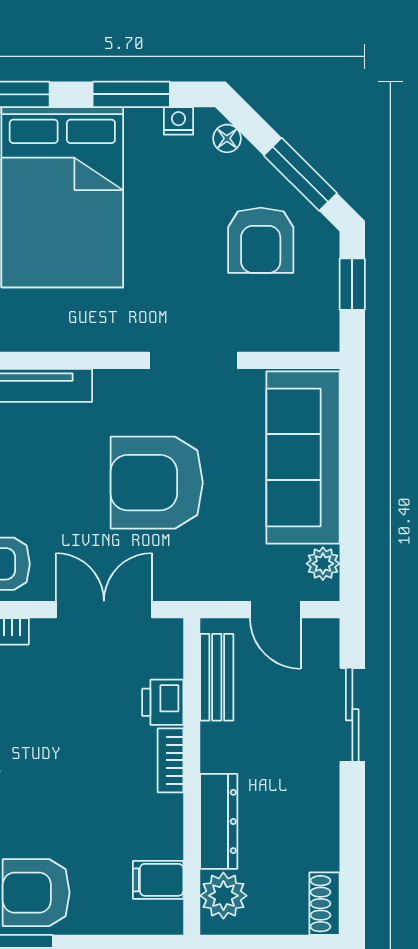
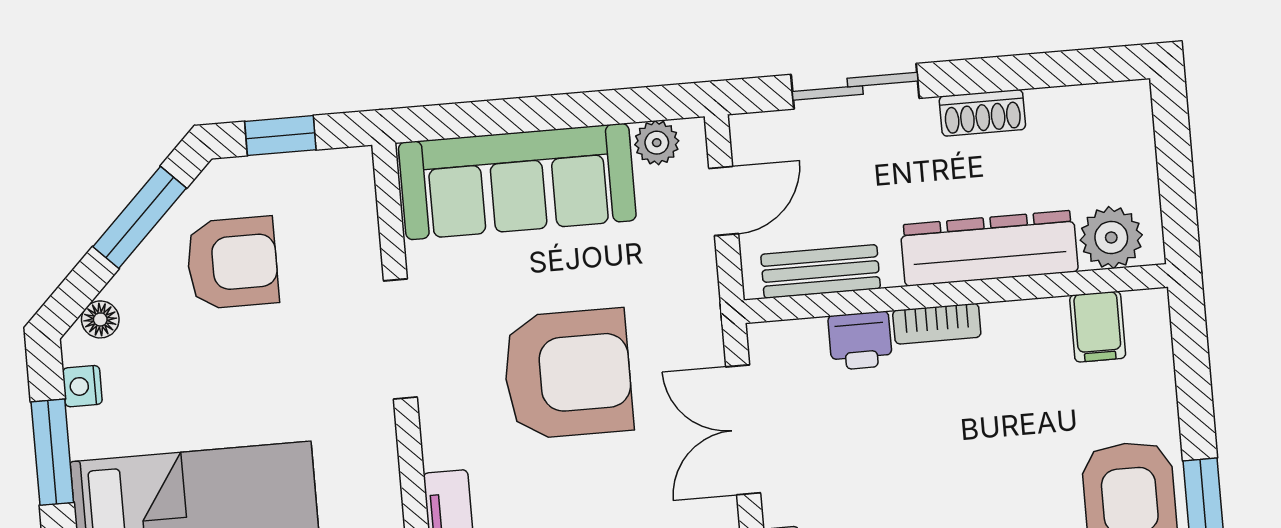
armchair: (157, 483) -> (568, 374), turned -90
dresser: (219, 821) -> (989, 248), width x1.37, depth x1.24
shoe rack: (324, 904) -> (982, 113), moved

